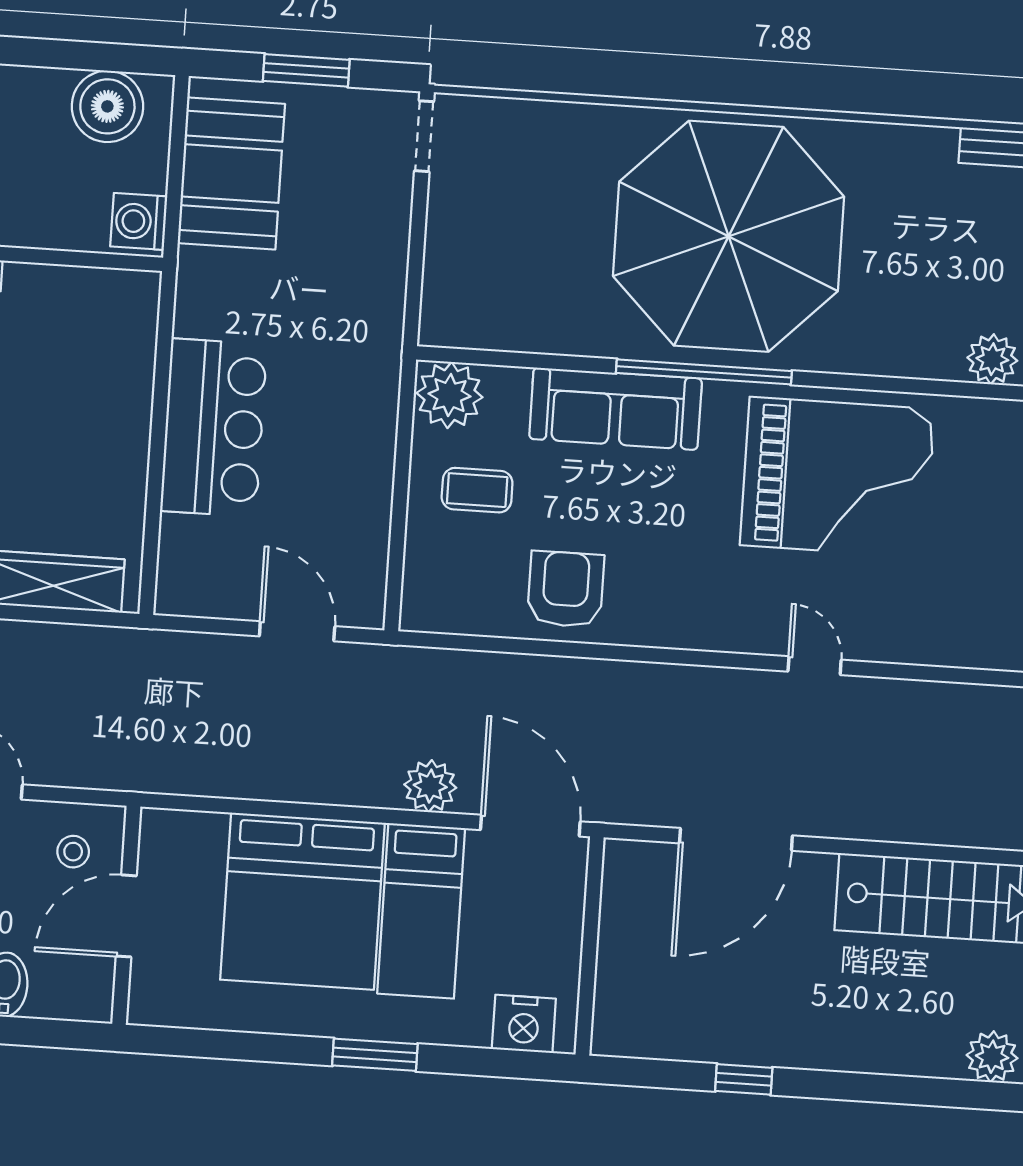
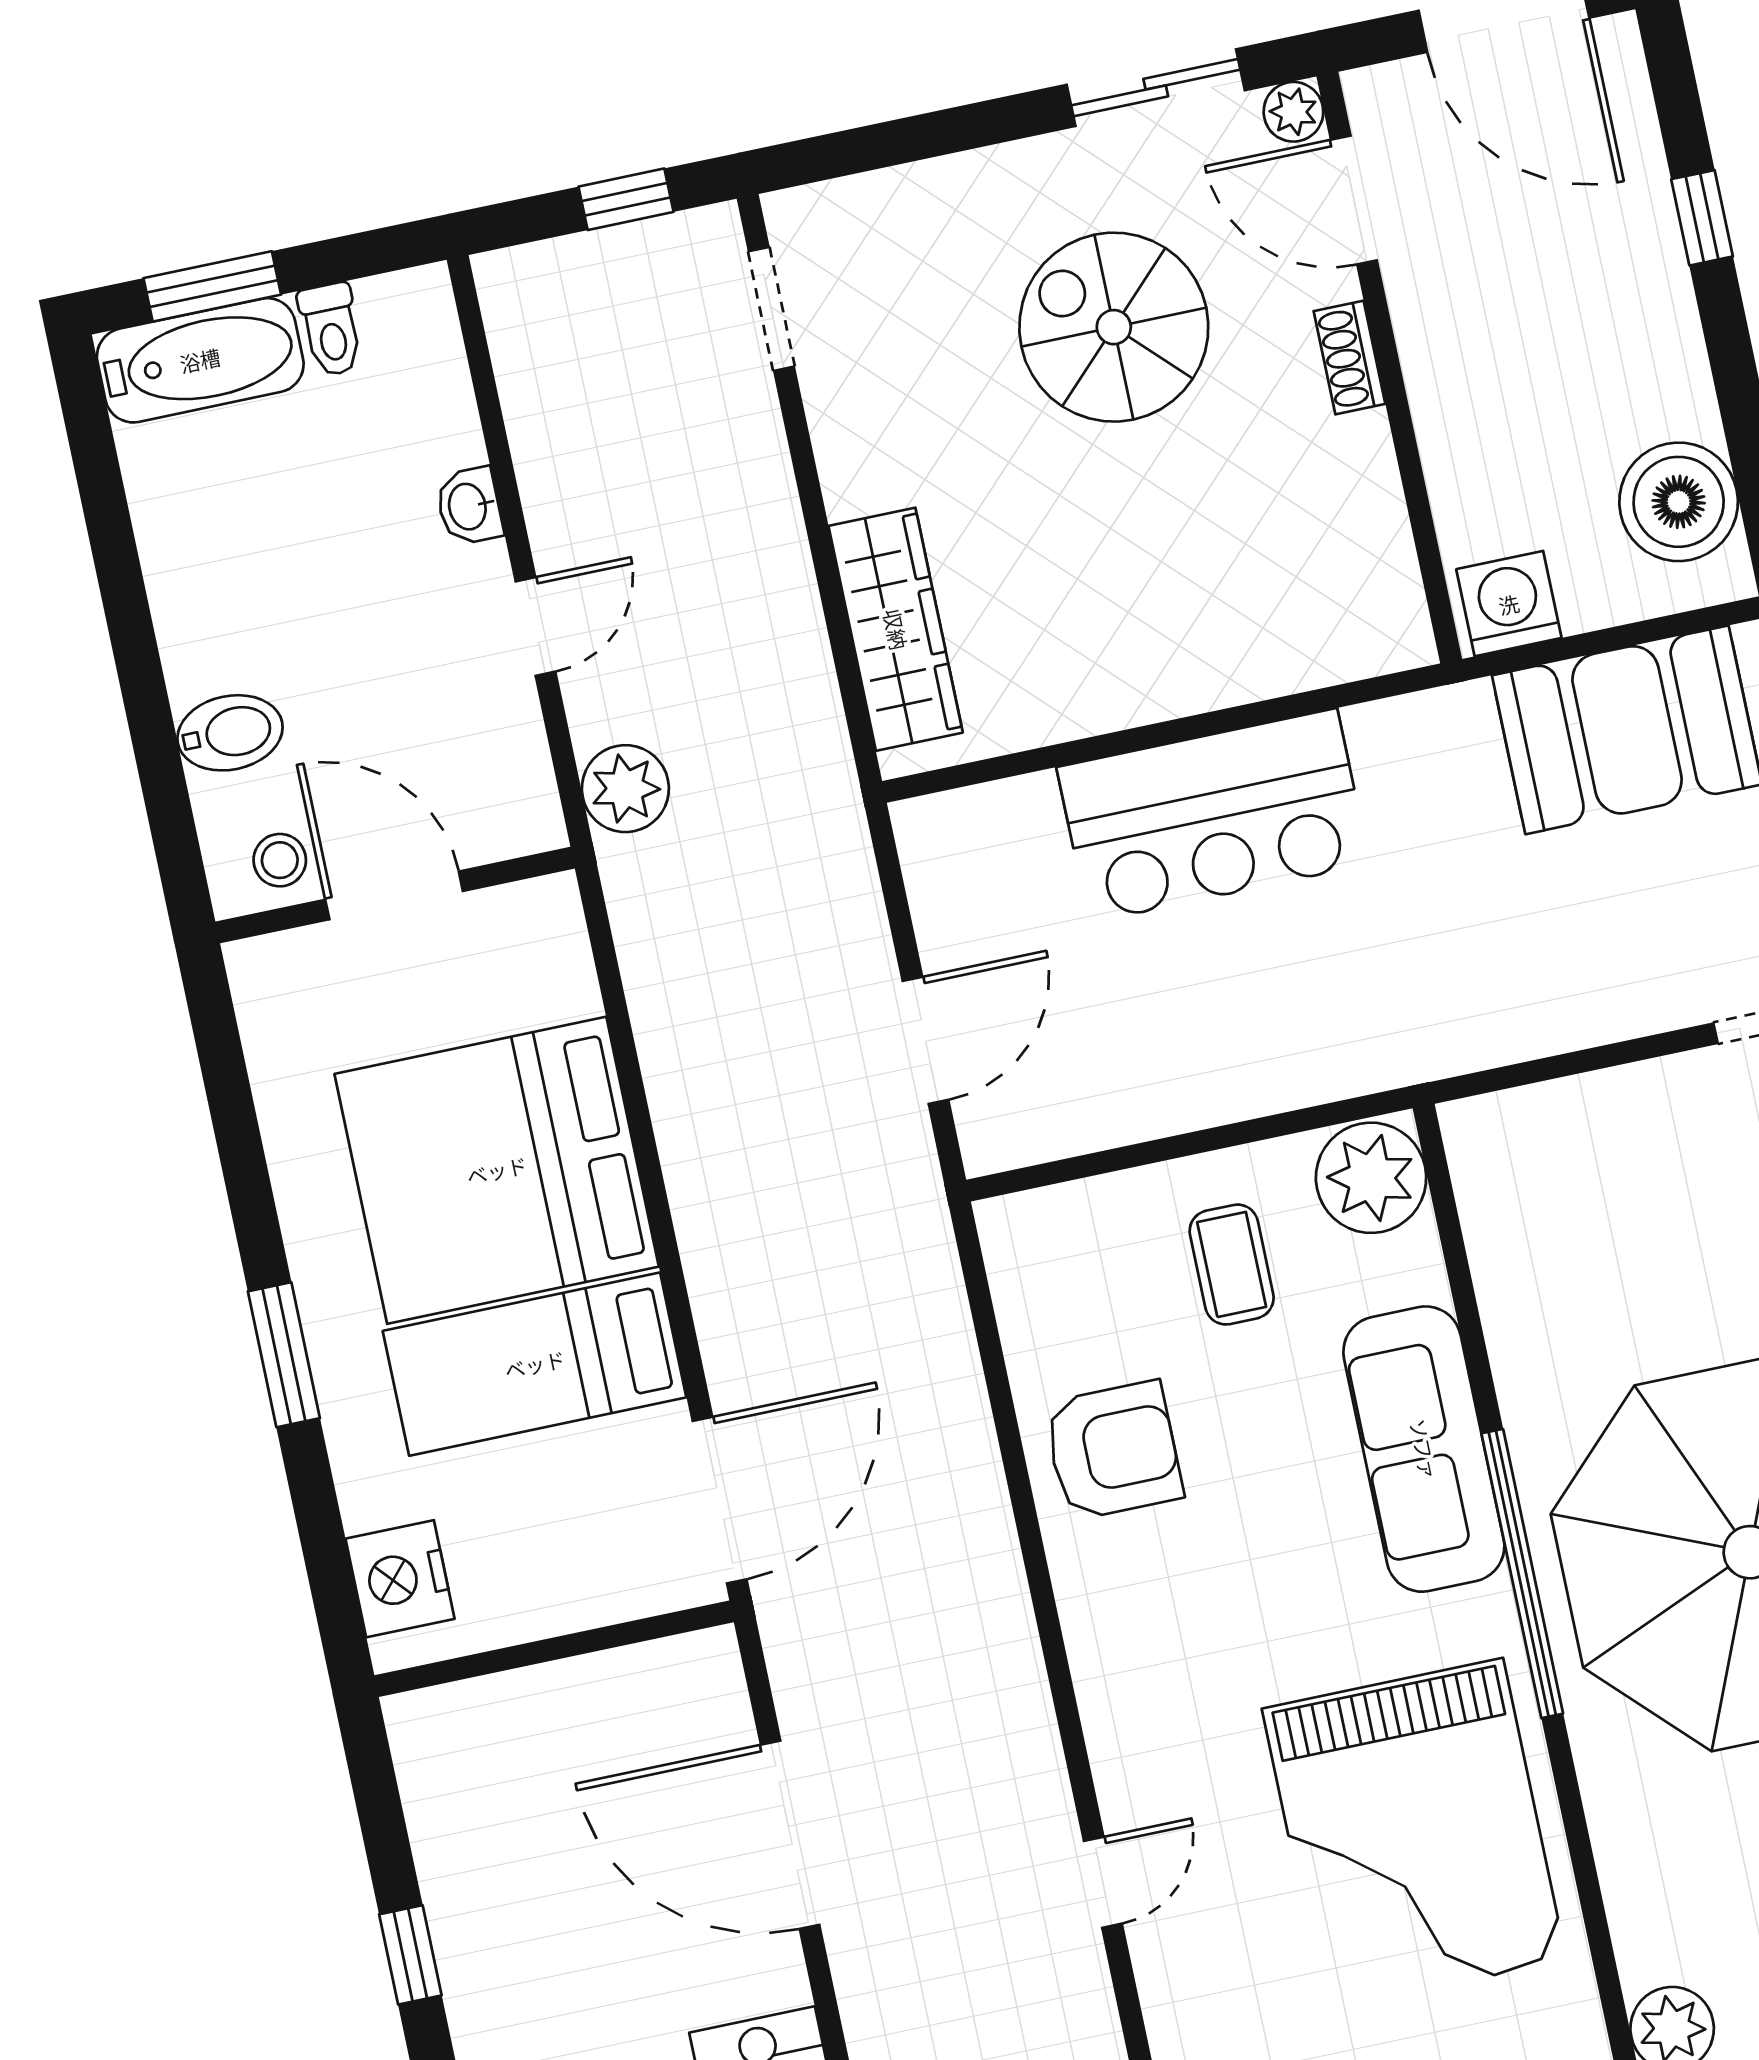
plant: (430, 786) -> (625, 789), moved
stool: (73, 852) -> (280, 860), moved

